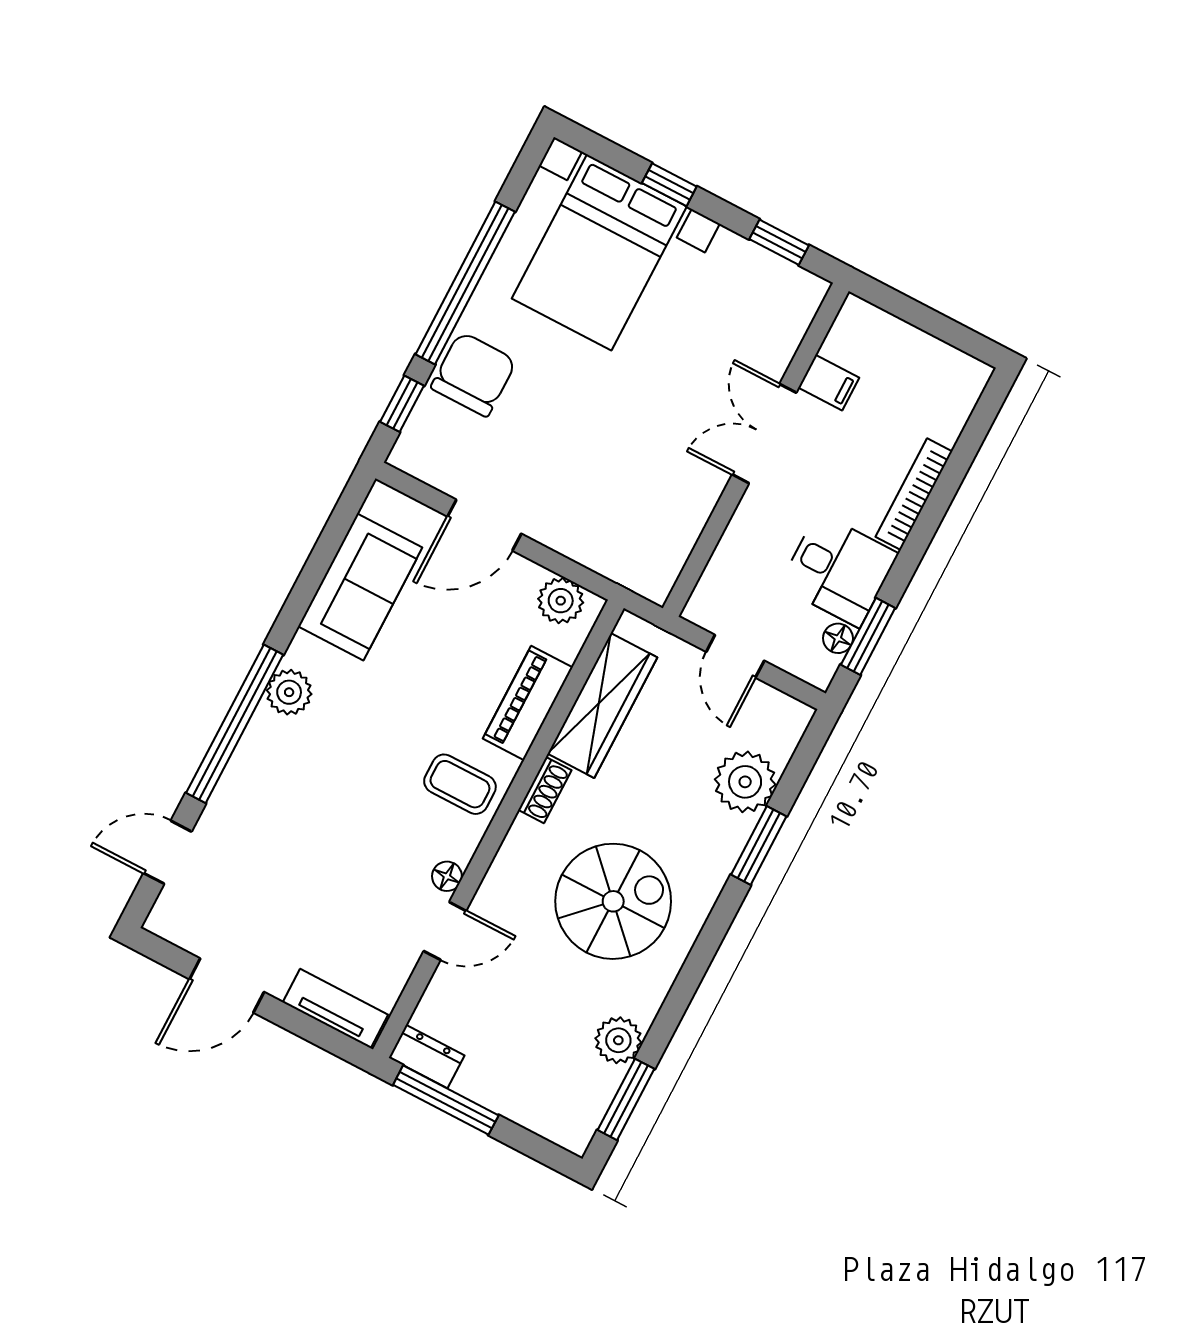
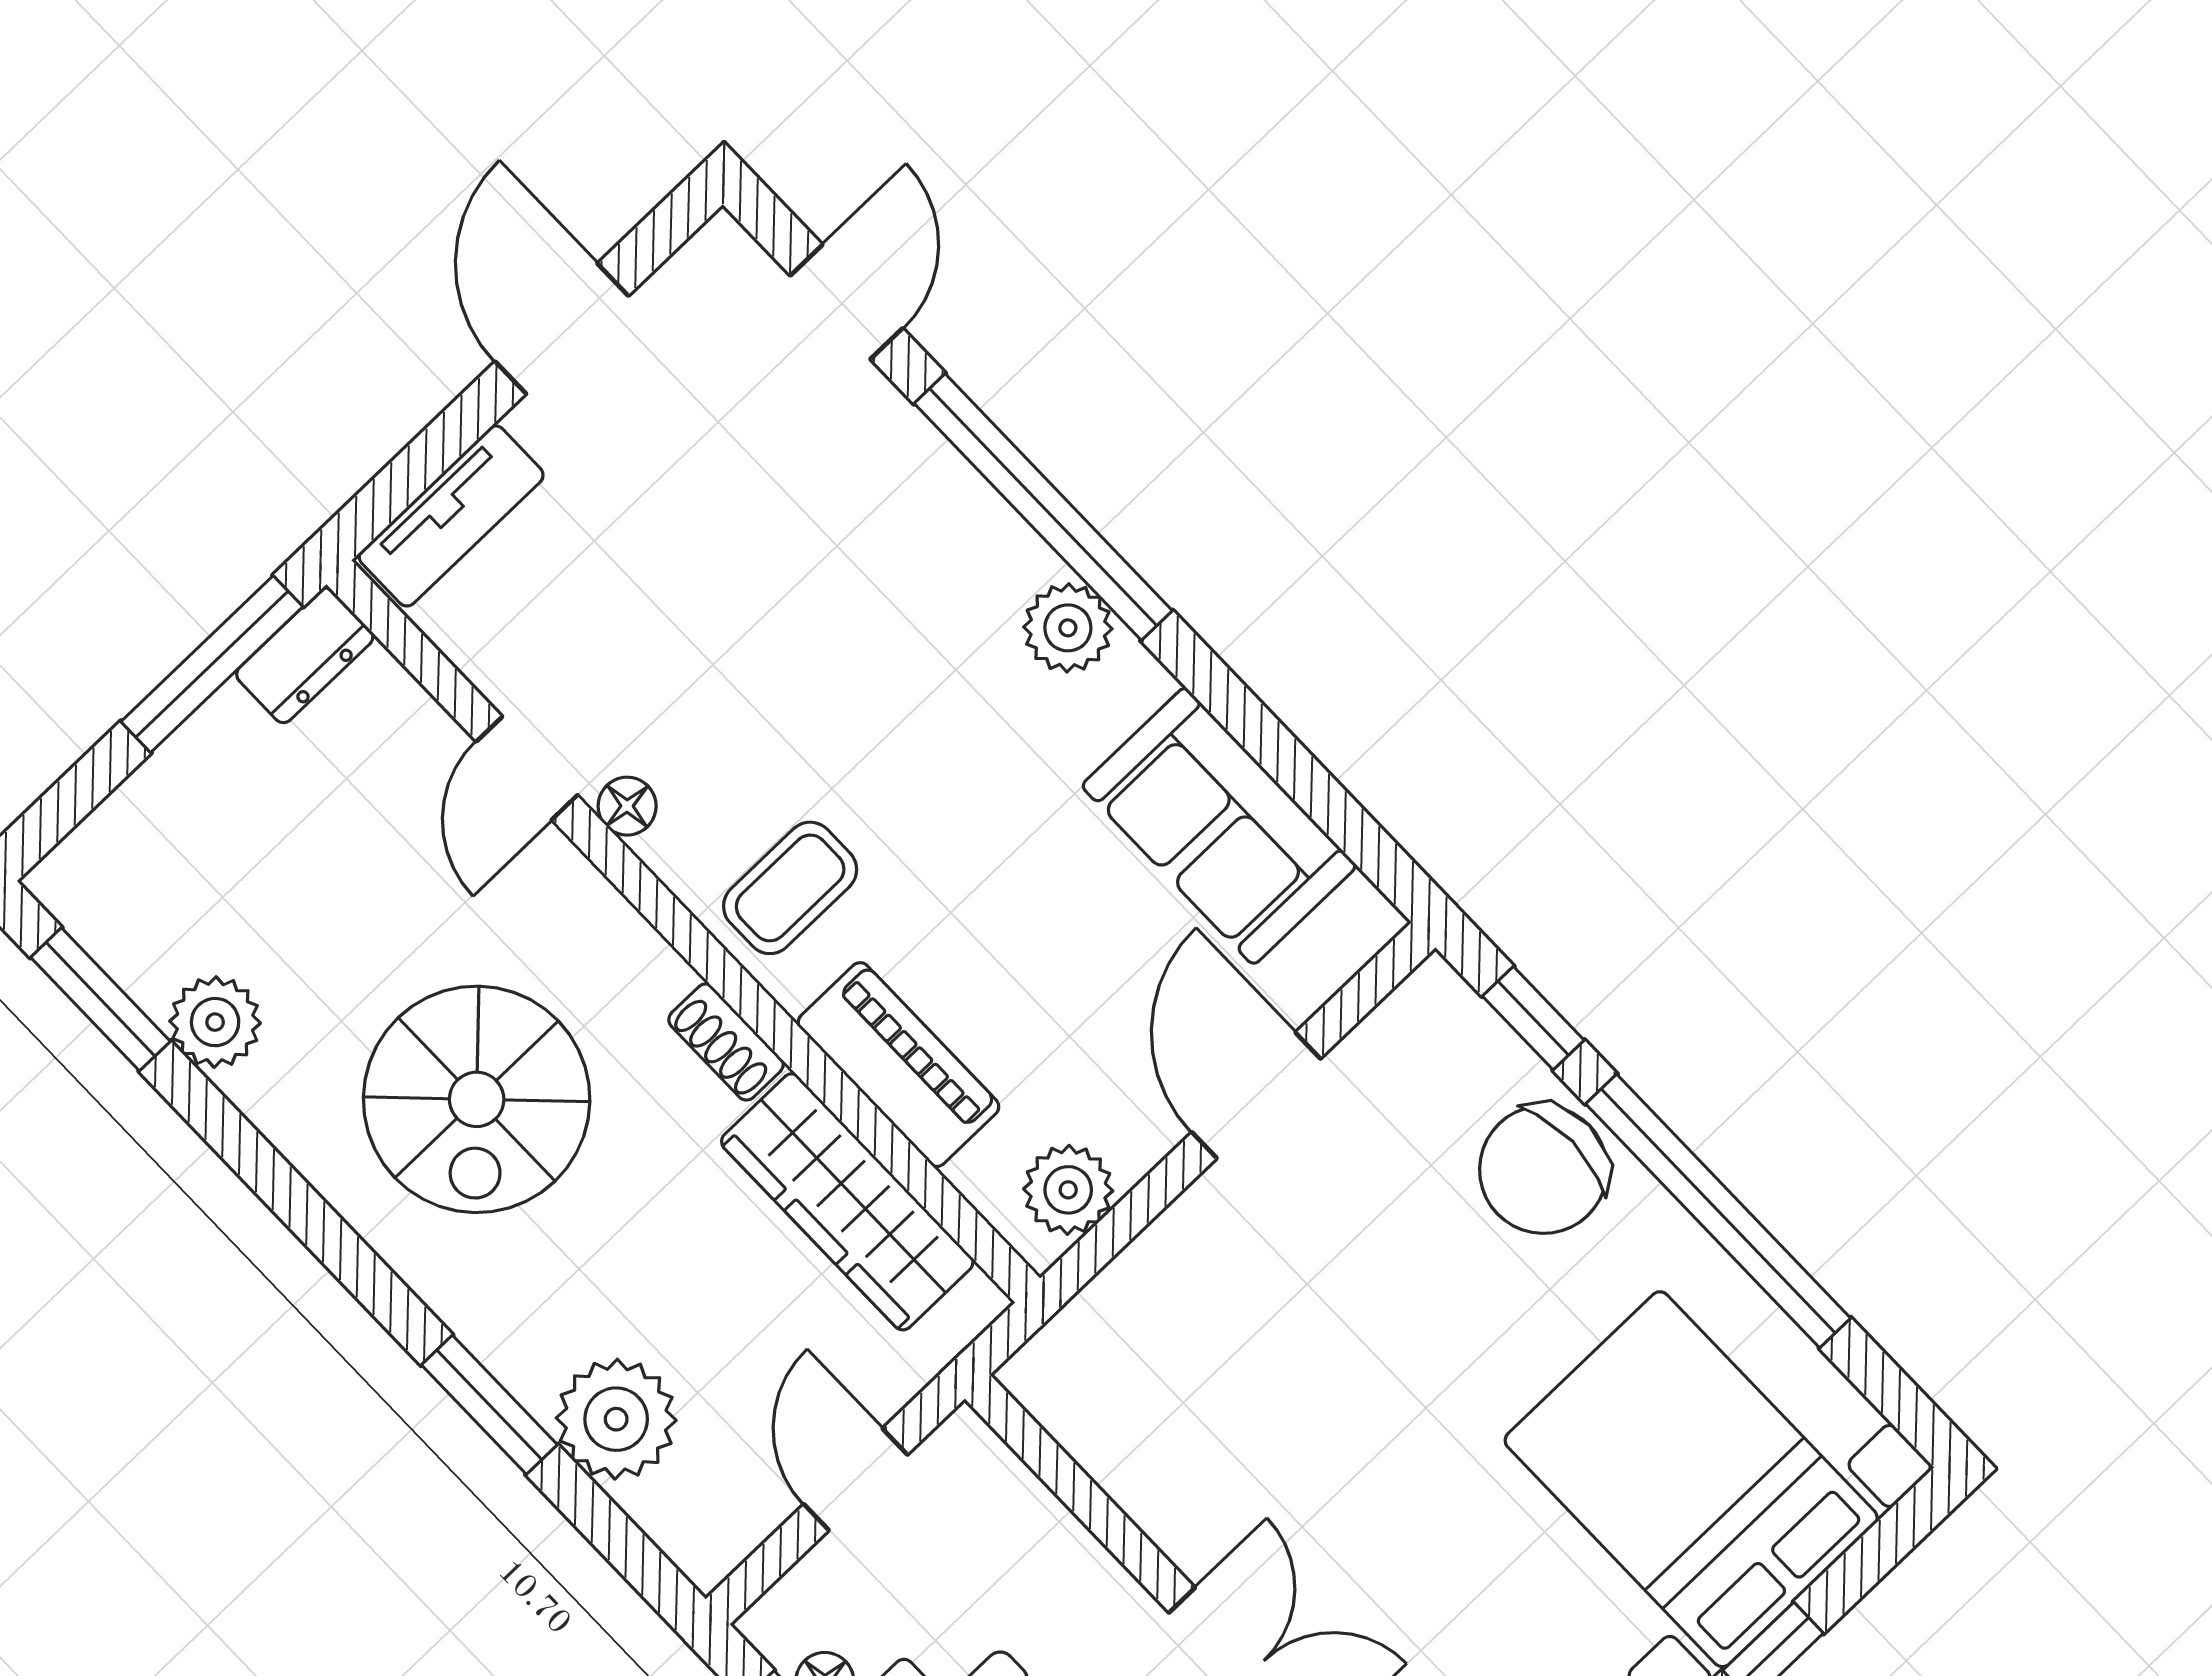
chair: (474, 374) -> (1543, 1170), turned 90
door: (735, 656) -> (856, 1479), hinge flipped

